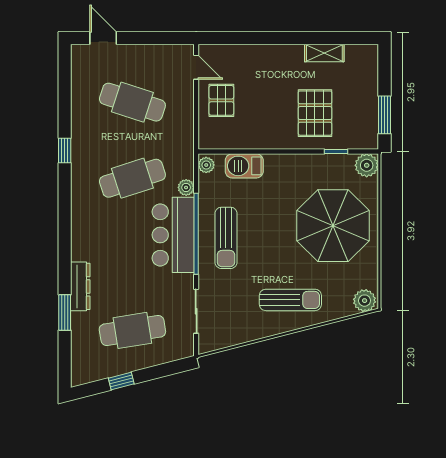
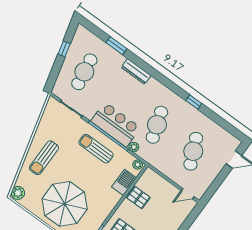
pallet: (221, 100) -> (138, 198), moved
cafe table: (132, 102) -> (193, 151), turned -42
dresser: (80, 286) -> (136, 71), moved

